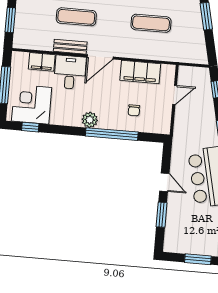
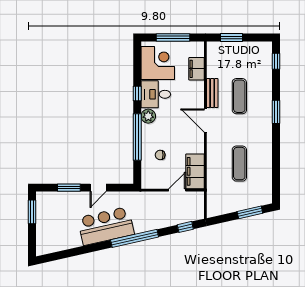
desk: (70, 72) -> (156, 94), moved, turned 180
filing cabinet: (140, 72) -> (195, 171), moved
door: (175, 95) -> (177, 190), swing flipped
window: (30, 127) -> (137, 93), moved
window: (198, 259) -> (32, 212), moved

